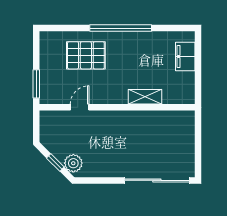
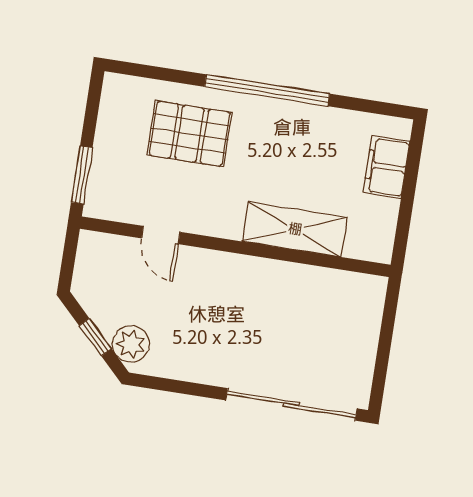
shelving: (145, 97) -> (295, 229), width x1.50, depth x1.33
door: (80, 107) -> (161, 235), swing flipped

